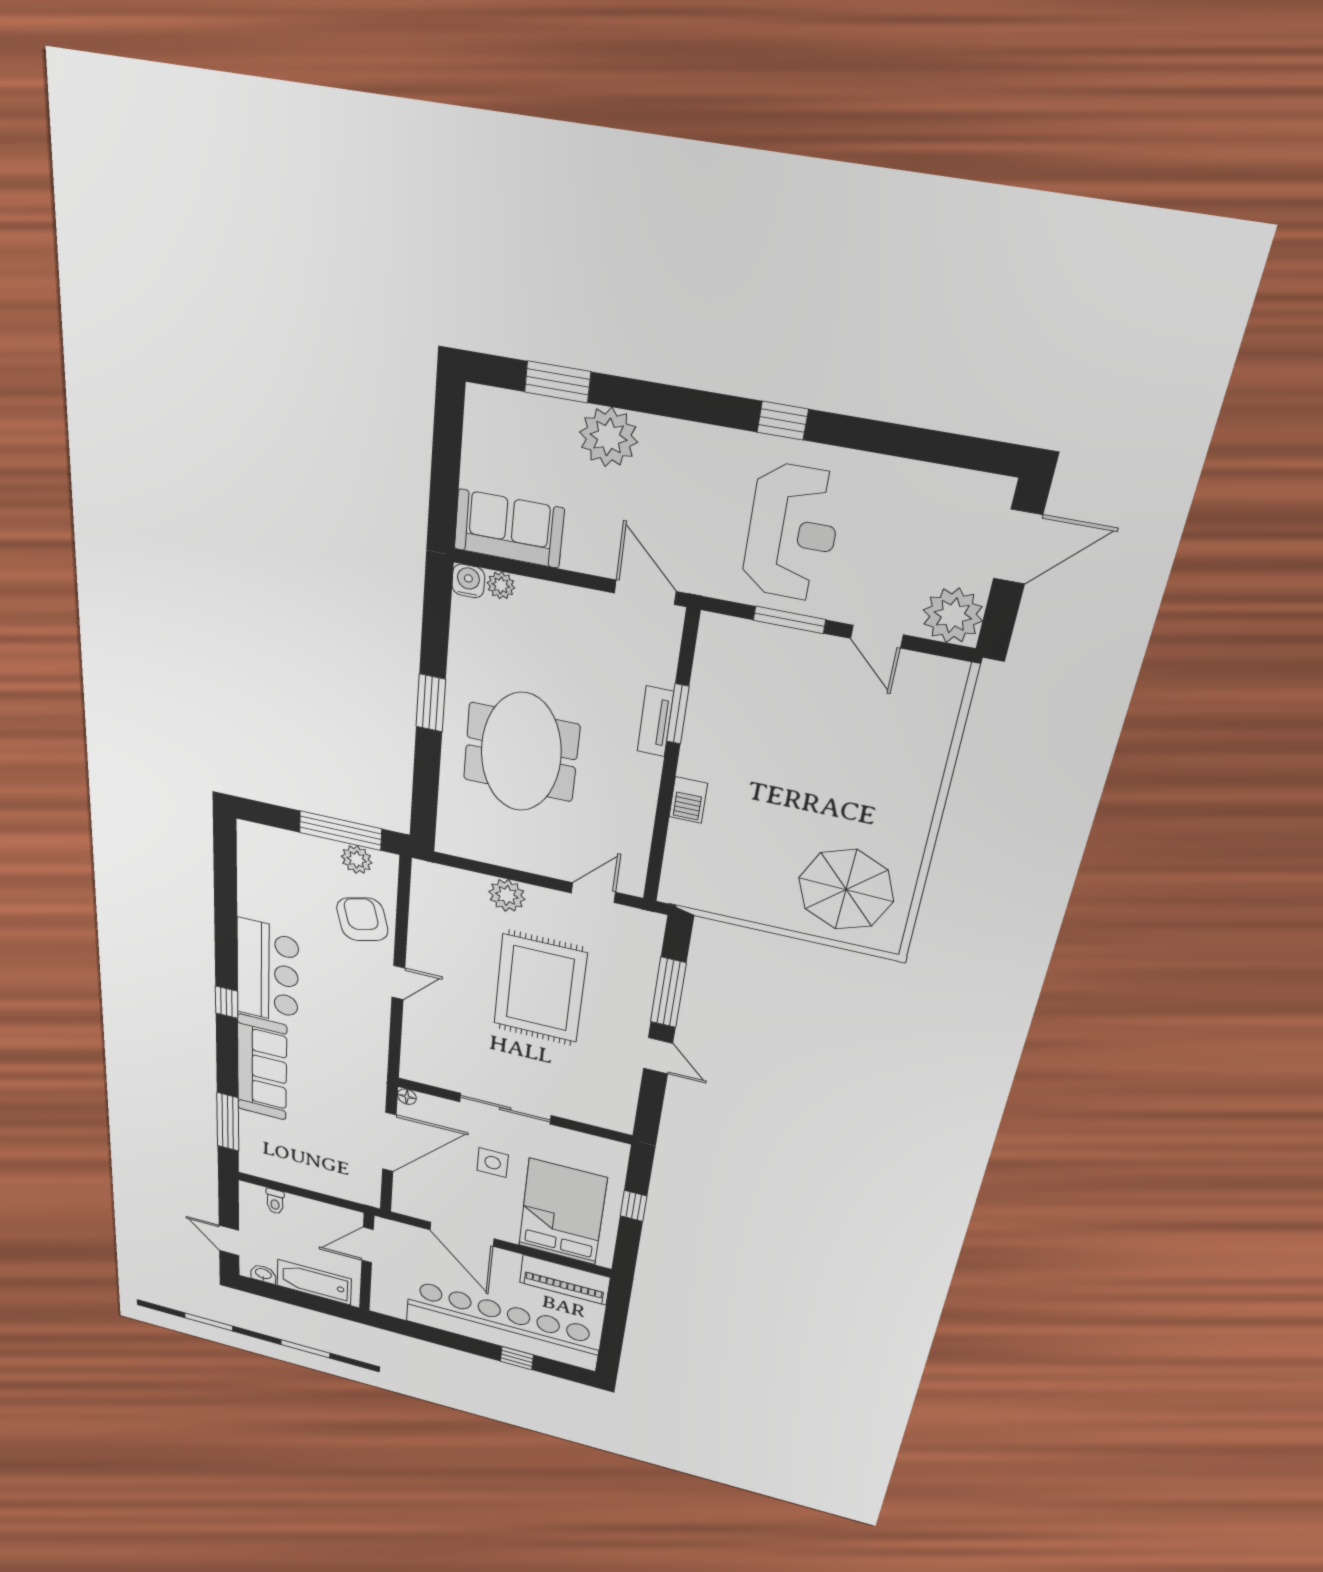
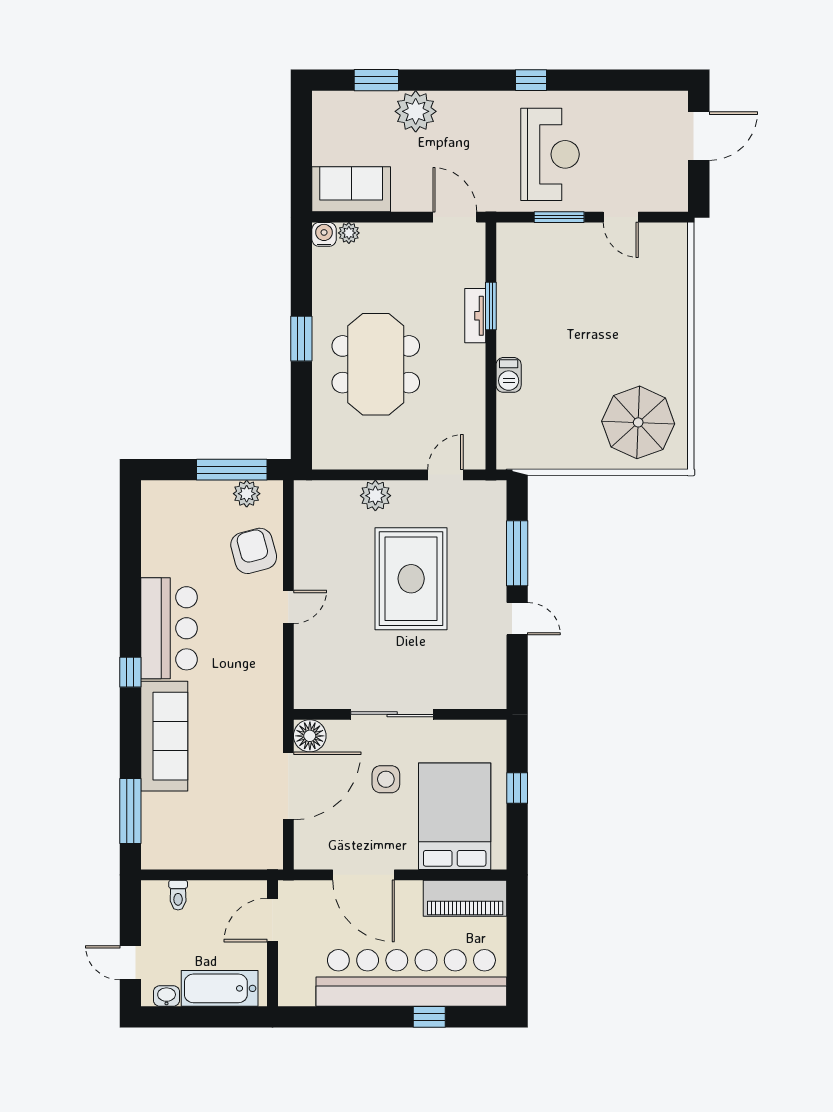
plant: (953, 615) -> (668, 191), removed
floor lamp: (407, 1097) -> (310, 736), width x1.89, depth x1.89

